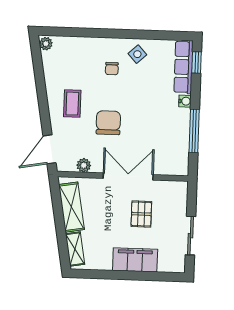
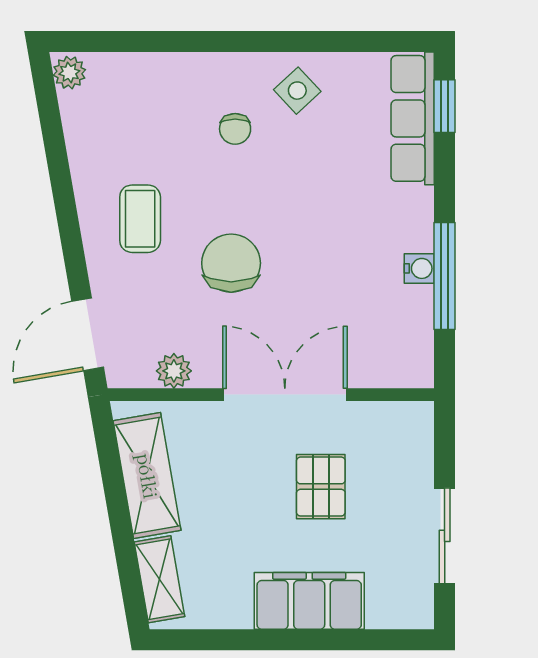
water cooler: (185, 101) -> (419, 268), moved

